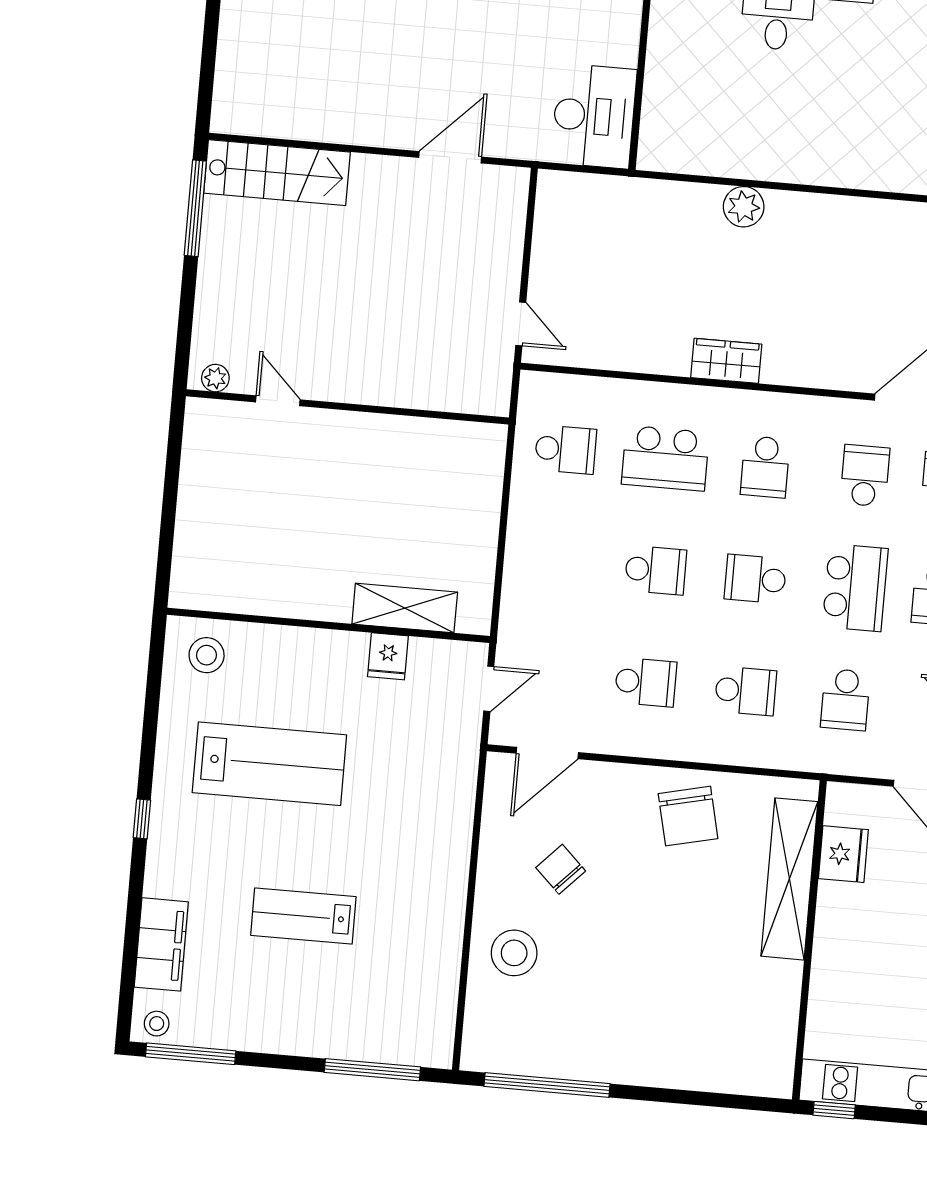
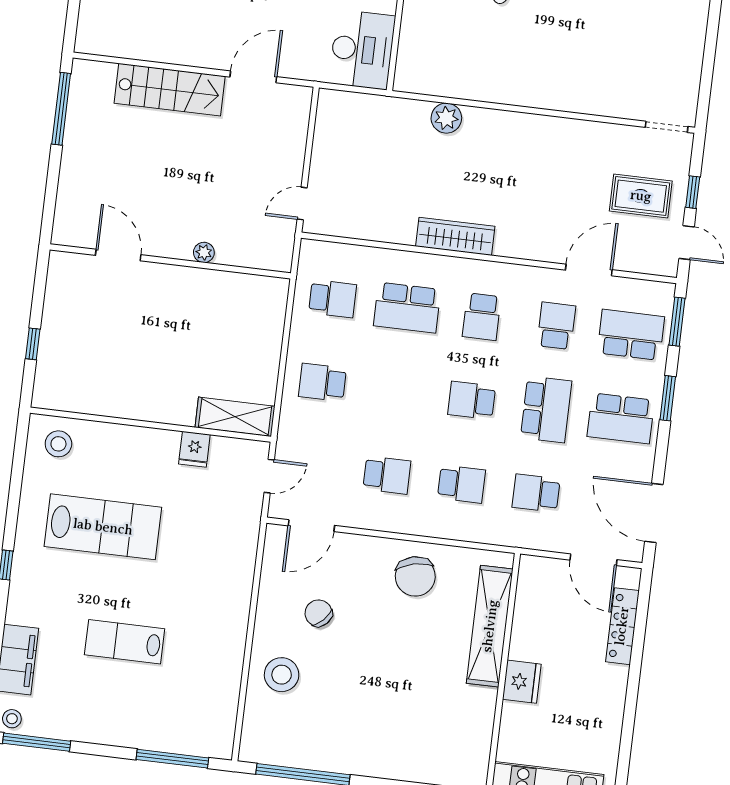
stairs: (277, 173) -> (170, 90), moved
plant: (744, 207) -> (446, 118), moved
door: (521, 324) -> (302, 203), swing flipped
wardrobe: (726, 361) -> (455, 236), width x1.50
plant: (215, 378) -> (204, 252), moved
door: (278, 401) -> (118, 255), width x1.38
window: (168, 523) -> (33, 344), added
school desk: (656, 570) -> (322, 382), moved, turned 180
shelving: (405, 608) -> (235, 417), moved
school desk: (845, 700) -> (536, 493), turned 90
fridge: (843, 854) -> (522, 682), moved

